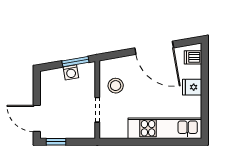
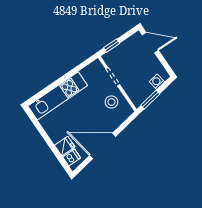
washing machine: (71, 72) -> (157, 82), moved
fridge: (192, 87) -> (65, 146), moved
window: (56, 142) -> (112, 46), moved

